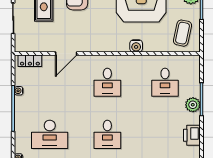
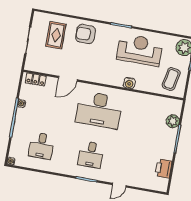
desk: (107, 82) -> (99, 110), width x1.87, depth x1.30
desk: (165, 82) -> (149, 119), removed
plant: (193, 105) -> (173, 121), moved
desk: (50, 134) -> (41, 146), width x0.73

